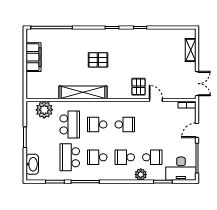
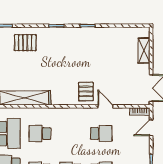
pallet: (98, 60) -> (25, 43), moved
school desk: (125, 124) -> (101, 133), moved
door: (197, 130) -> (151, 128), moved

